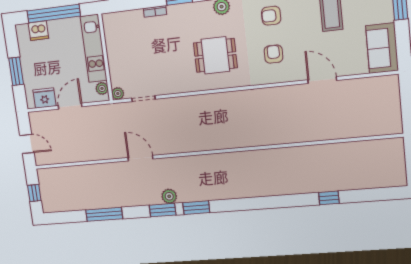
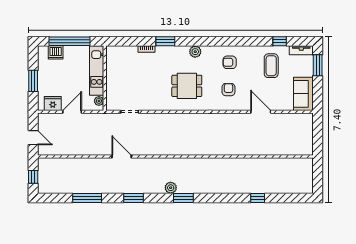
plant: (118, 94) -> (111, 106), removed
plant: (169, 196) -> (171, 188), moved
window: (196, 208) -> (183, 198), moved

